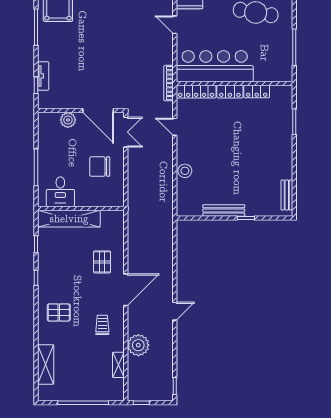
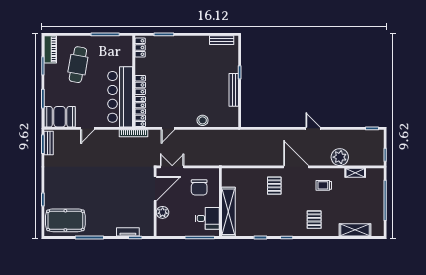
locker: (257, 91) -> (140, 48), moved
desk: (60, 192) -> (207, 218), moved
wall: (81, 208) -> (220, 202), moved
shelving: (69, 219) -> (228, 212), moved
pallet: (102, 262) -> (274, 186), turned 90

